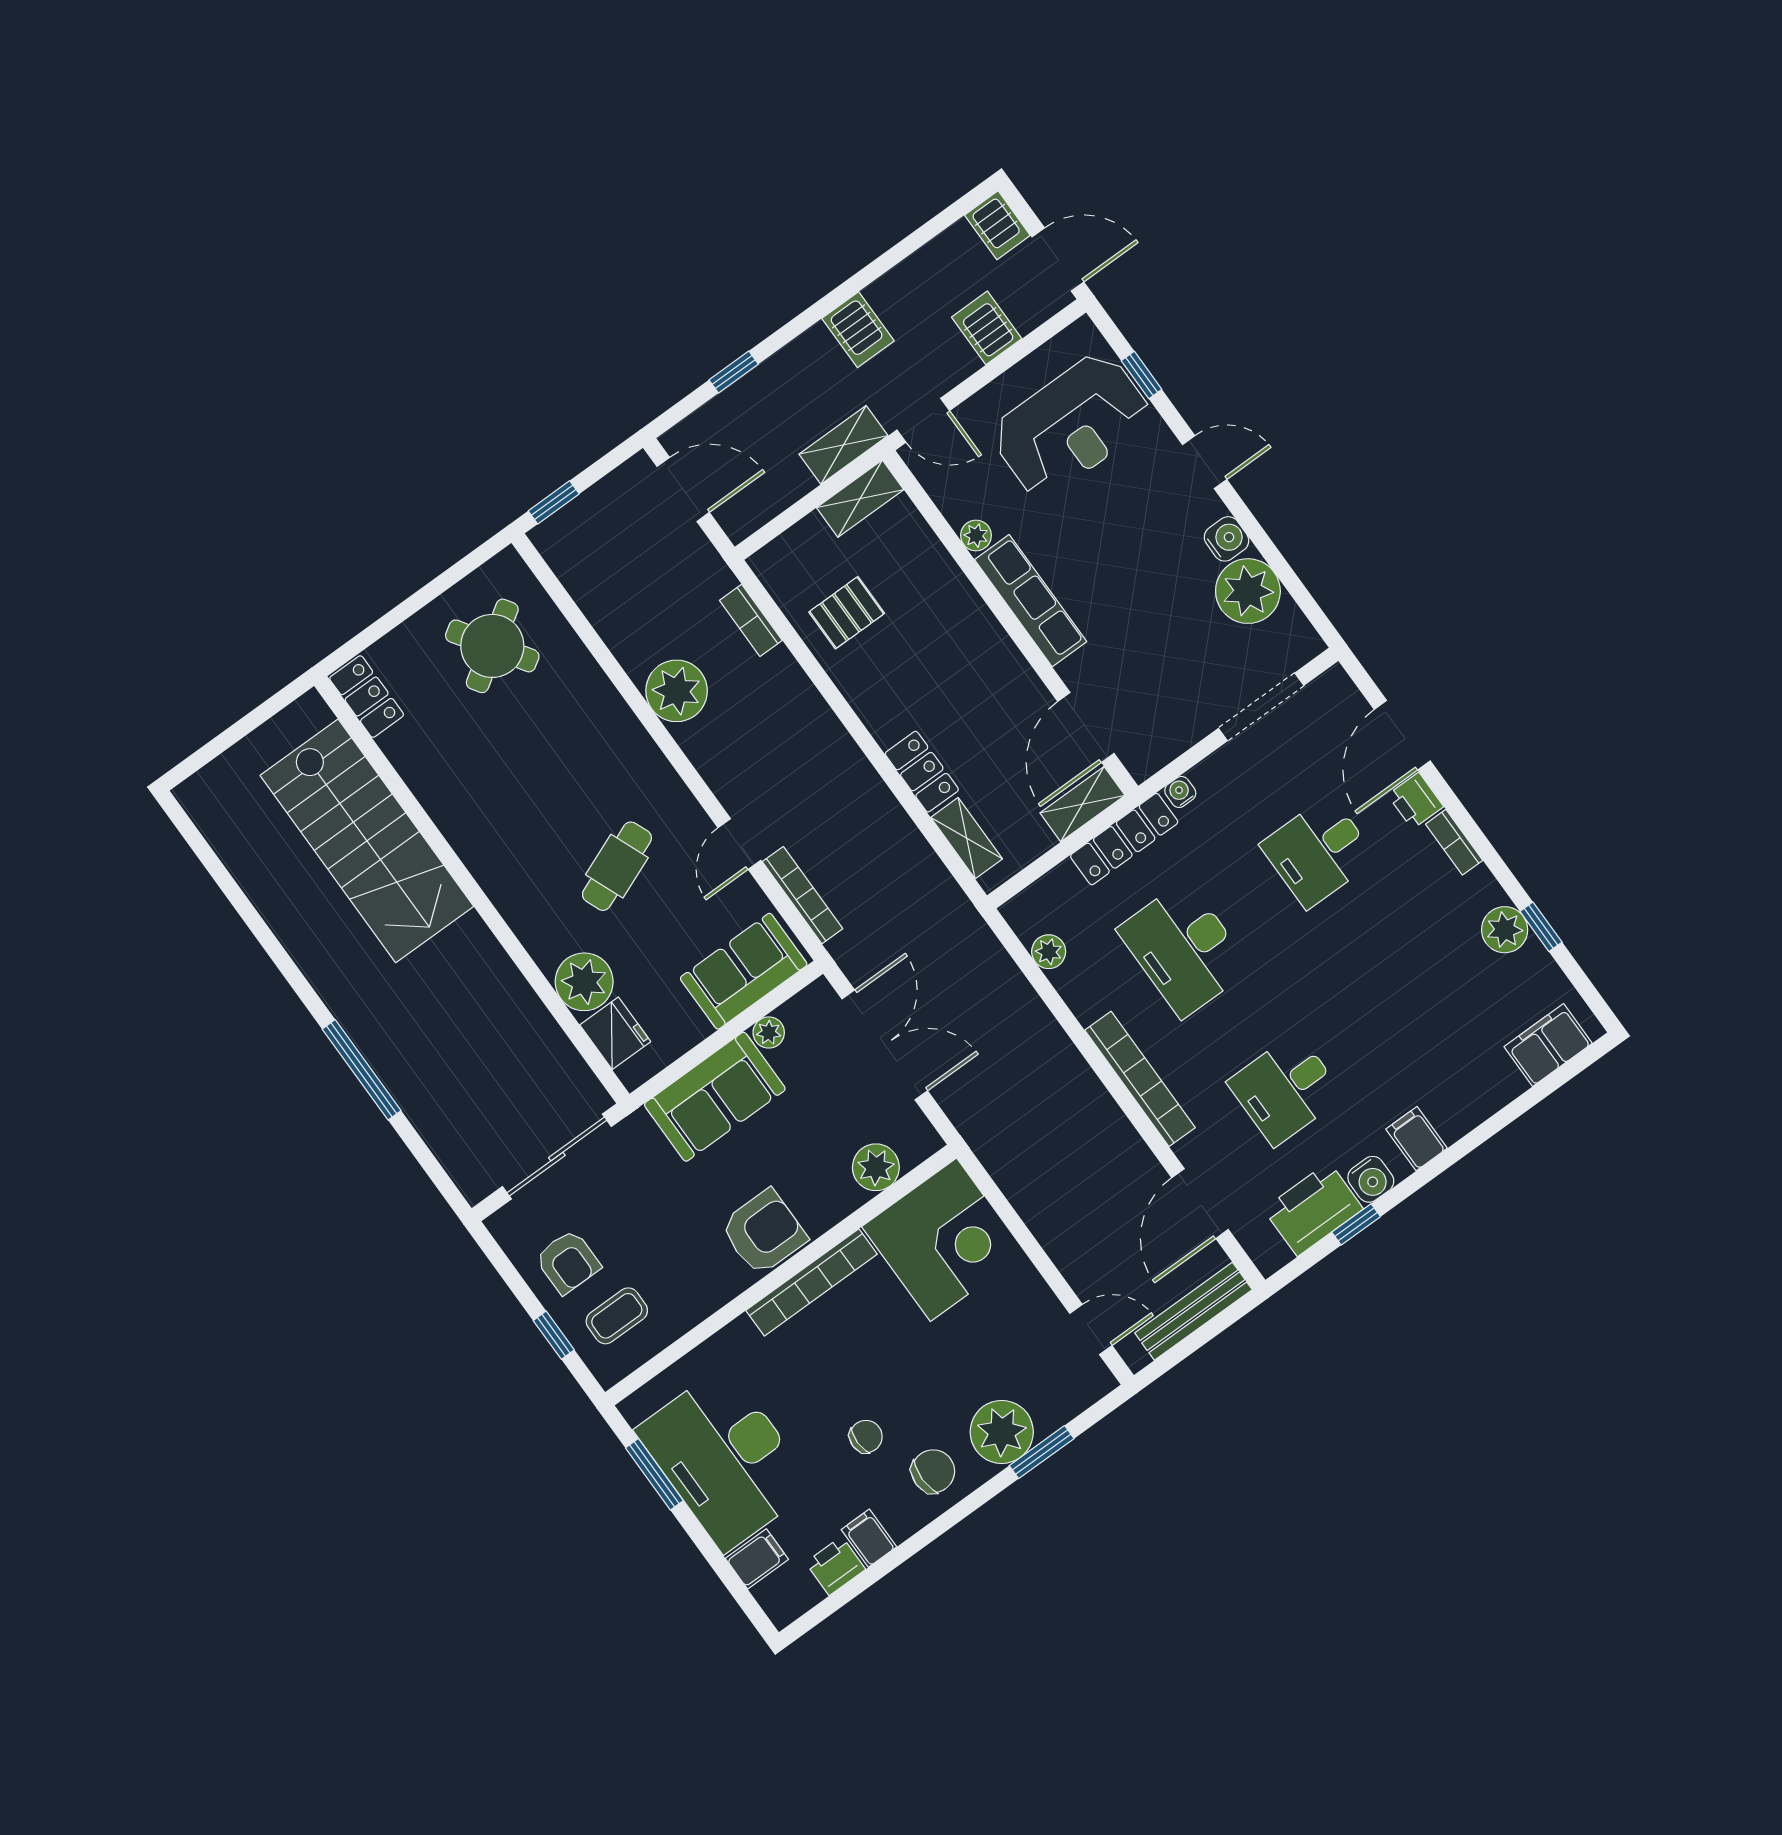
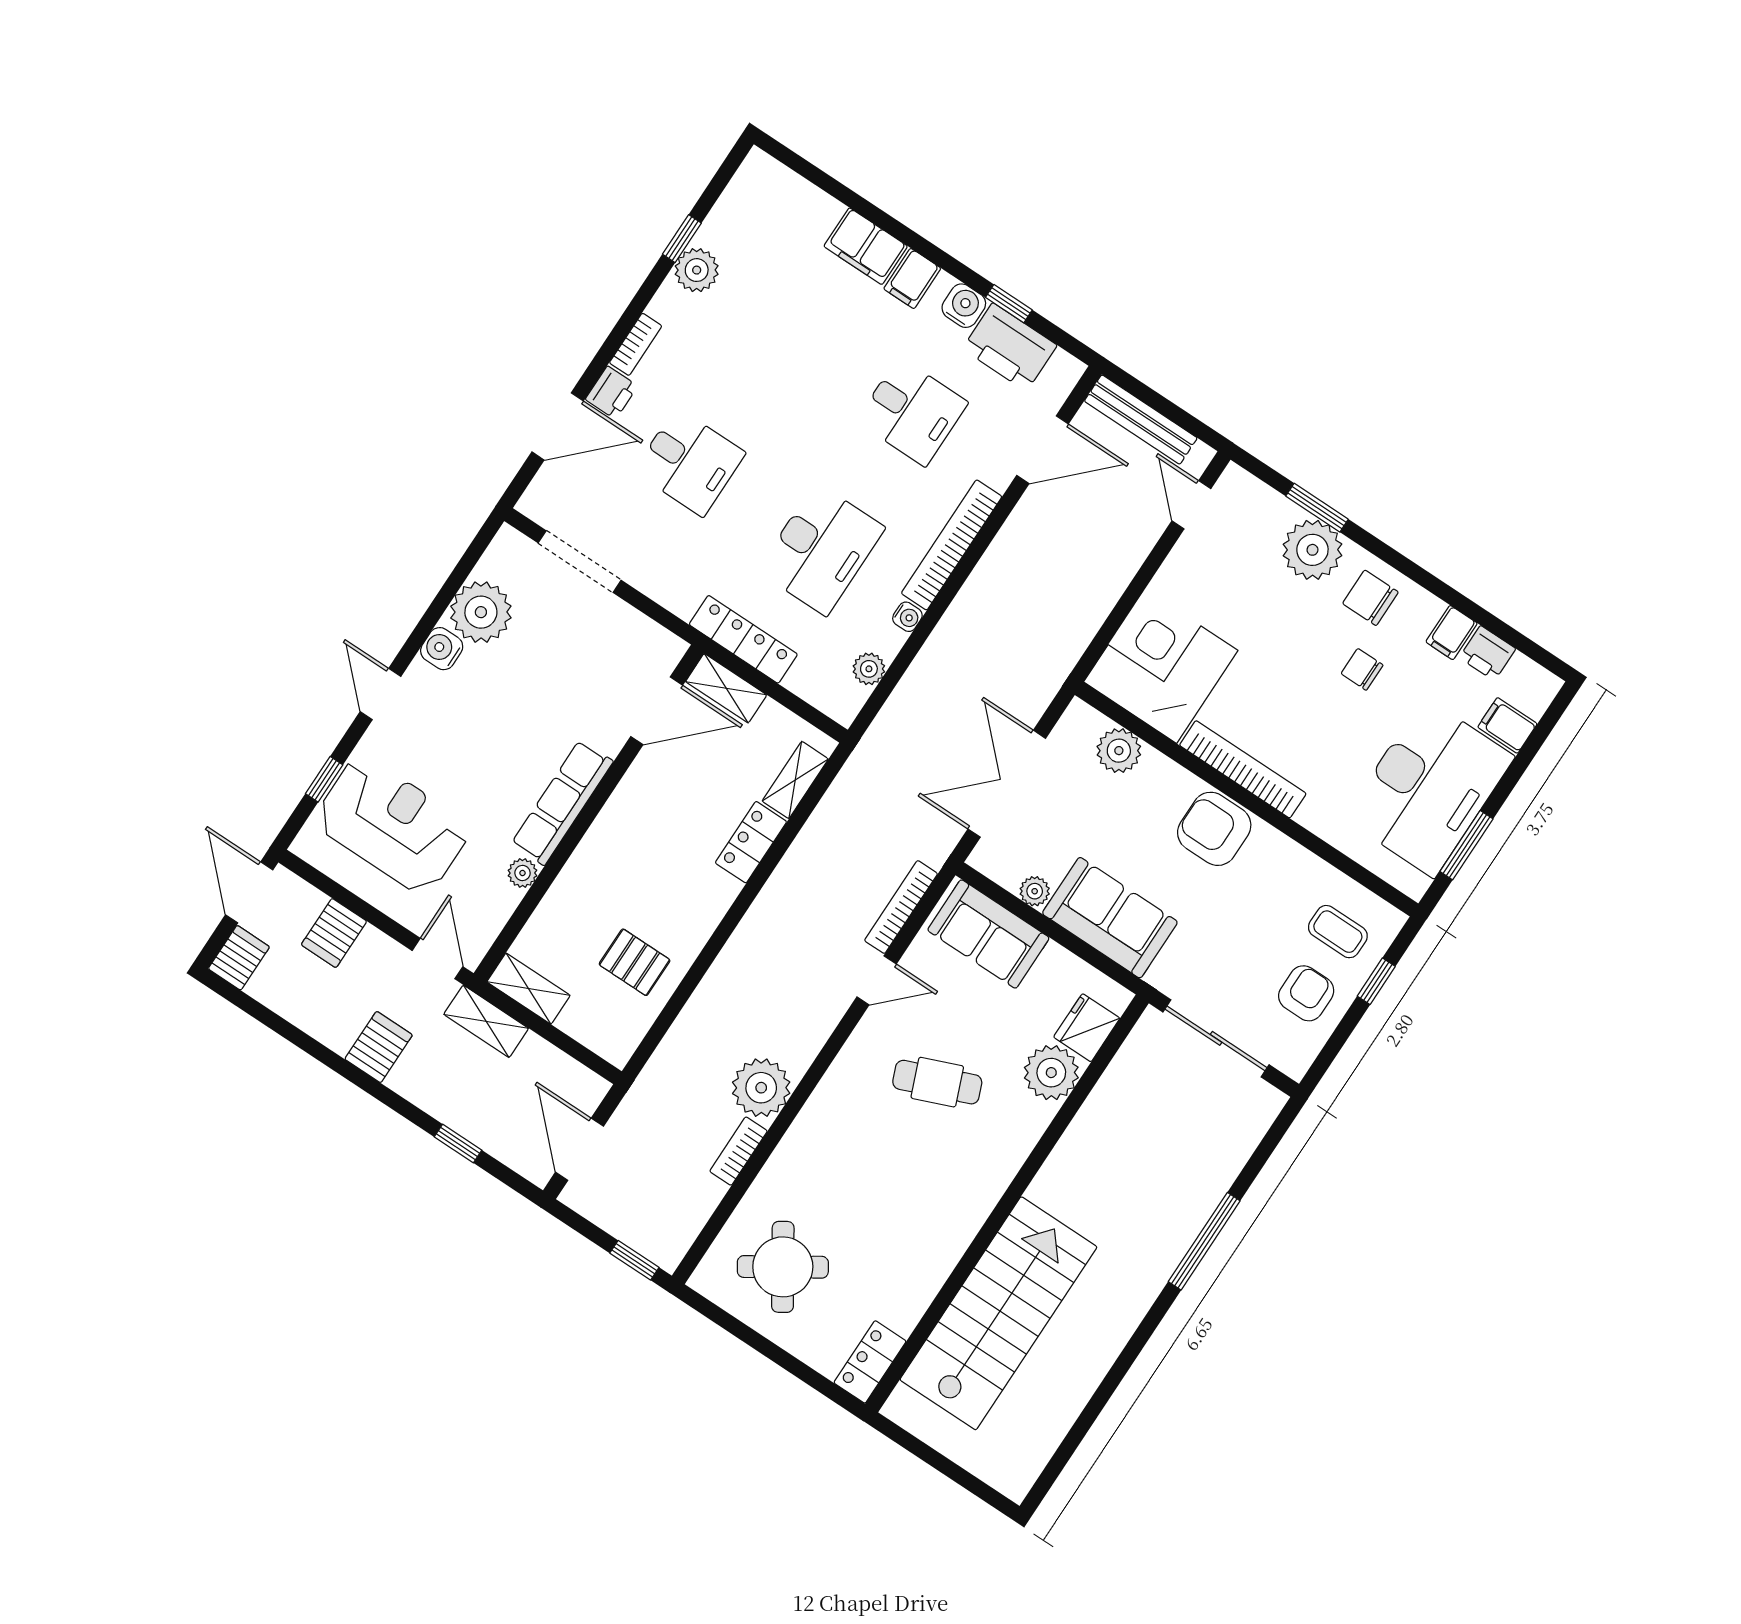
bookcase: (751, 620) -> (739, 1151), moved, turned 180
water cooler: (1180, 792) -> (907, 617), moved, turned -90
filing cabinet: (1548, 1045) -> (866, 246), moved

